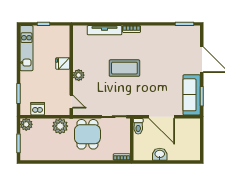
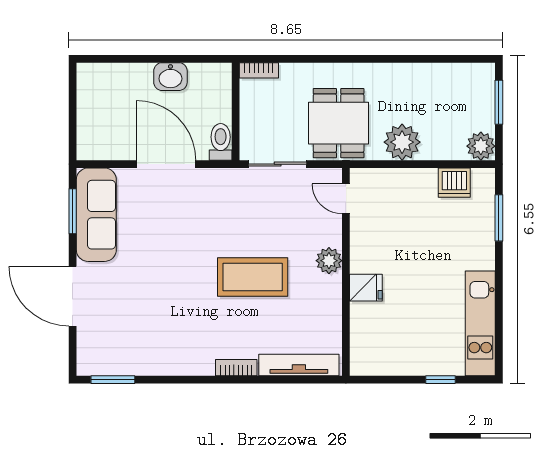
fridge: (63, 63) -> (366, 288), moved
wall: (71, 70) -> (346, 272), moved
plant: (79, 75) -> (329, 261), moved
door: (71, 102) -> (346, 199), moved

